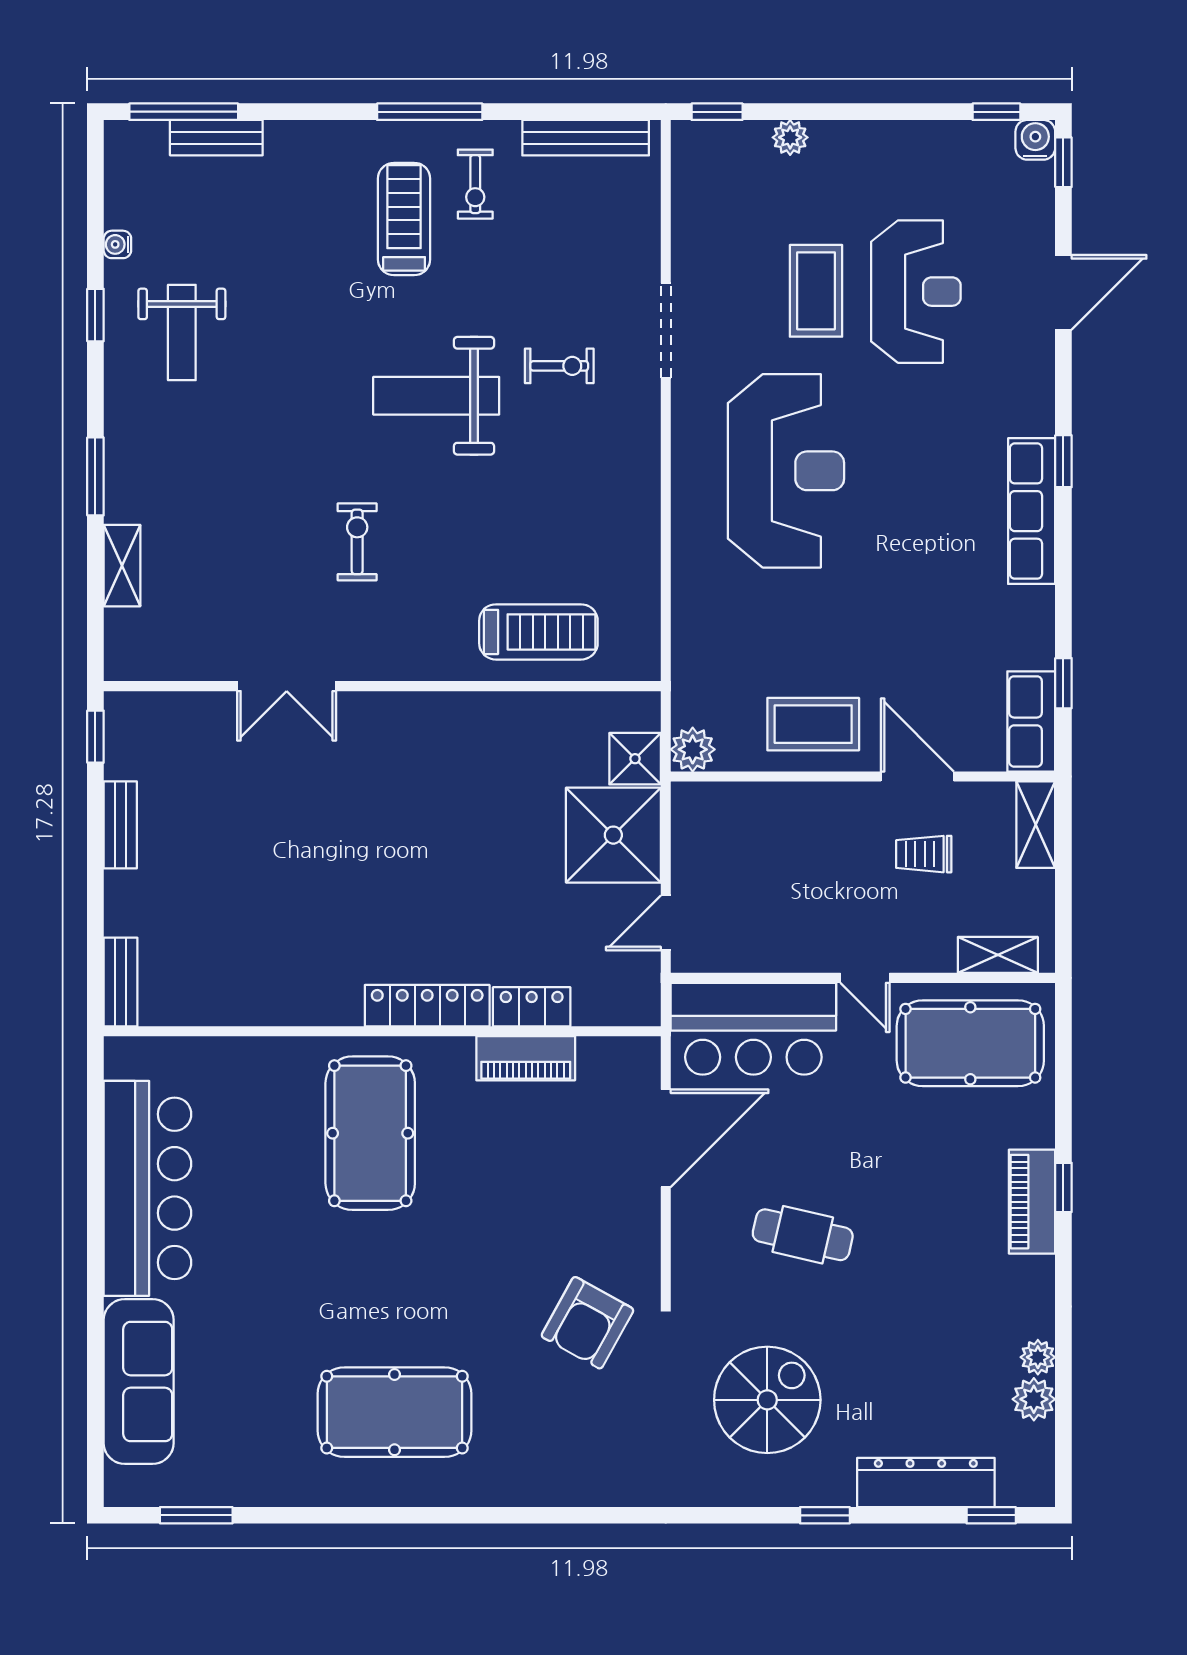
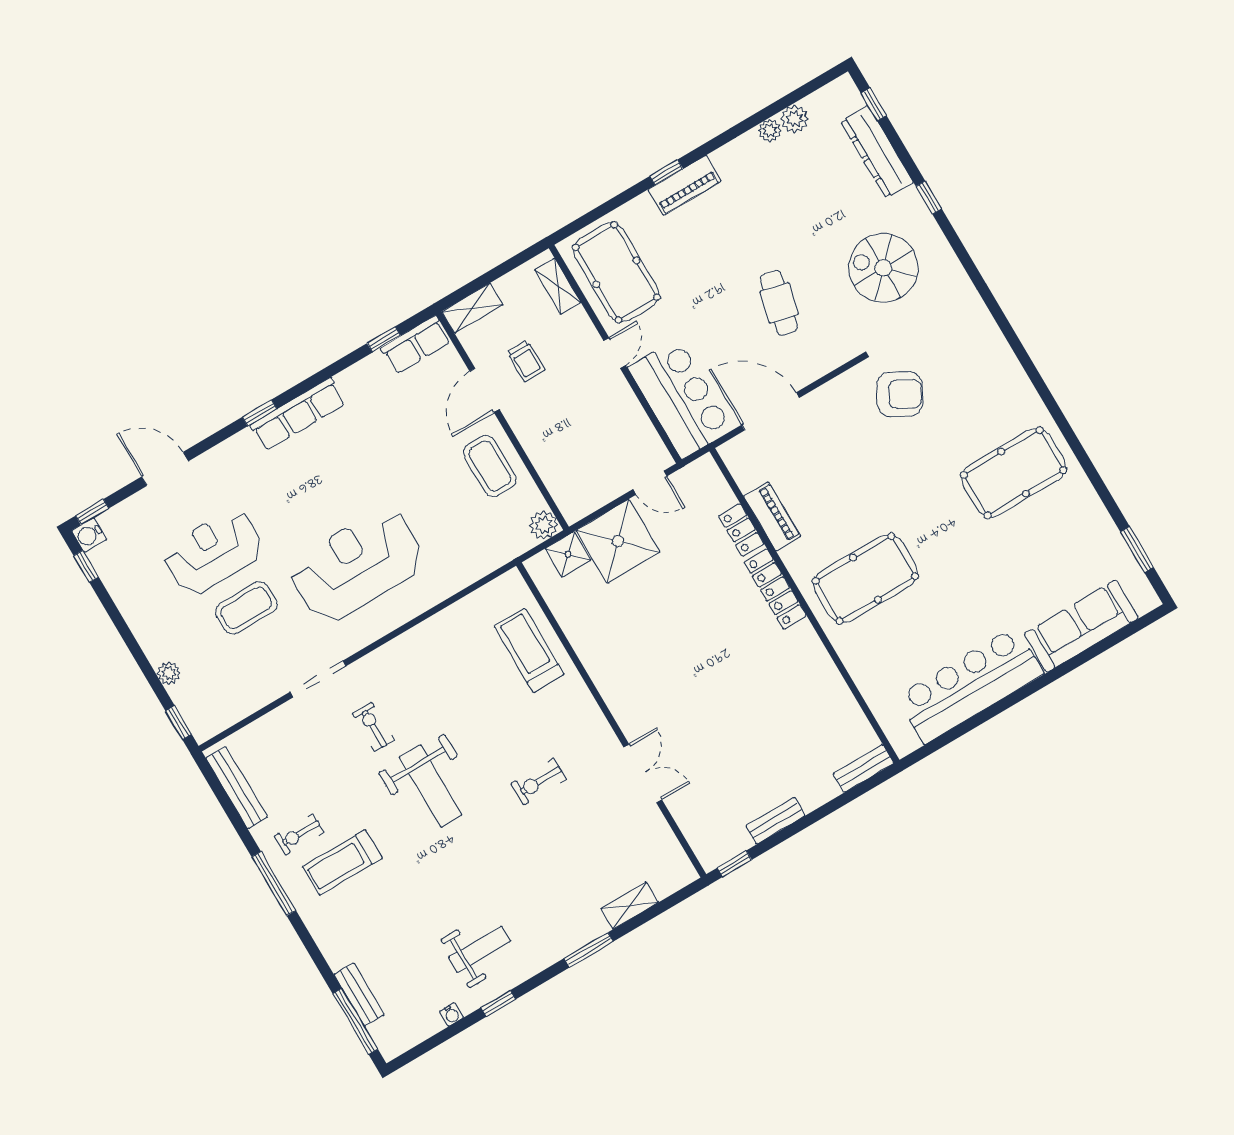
exercise bike: (475, 184) -> (299, 834), turned 180
pool table: (394, 1412) -> (1014, 473), turned 90

